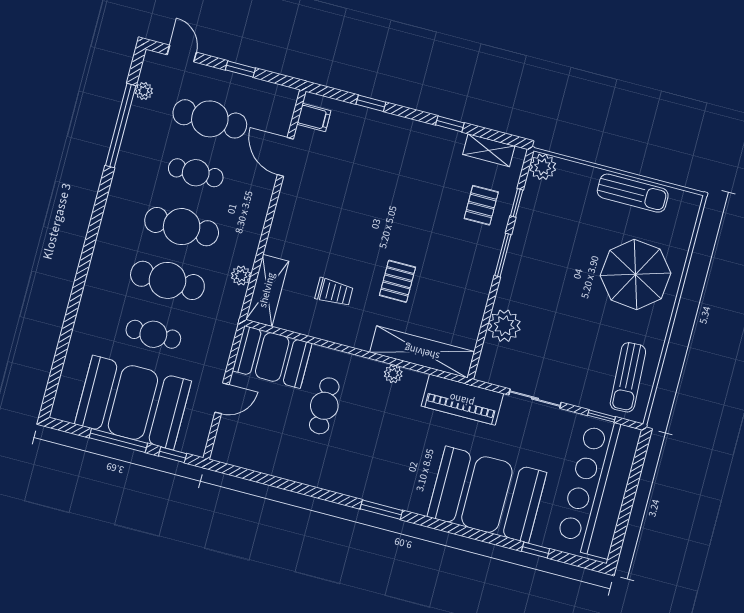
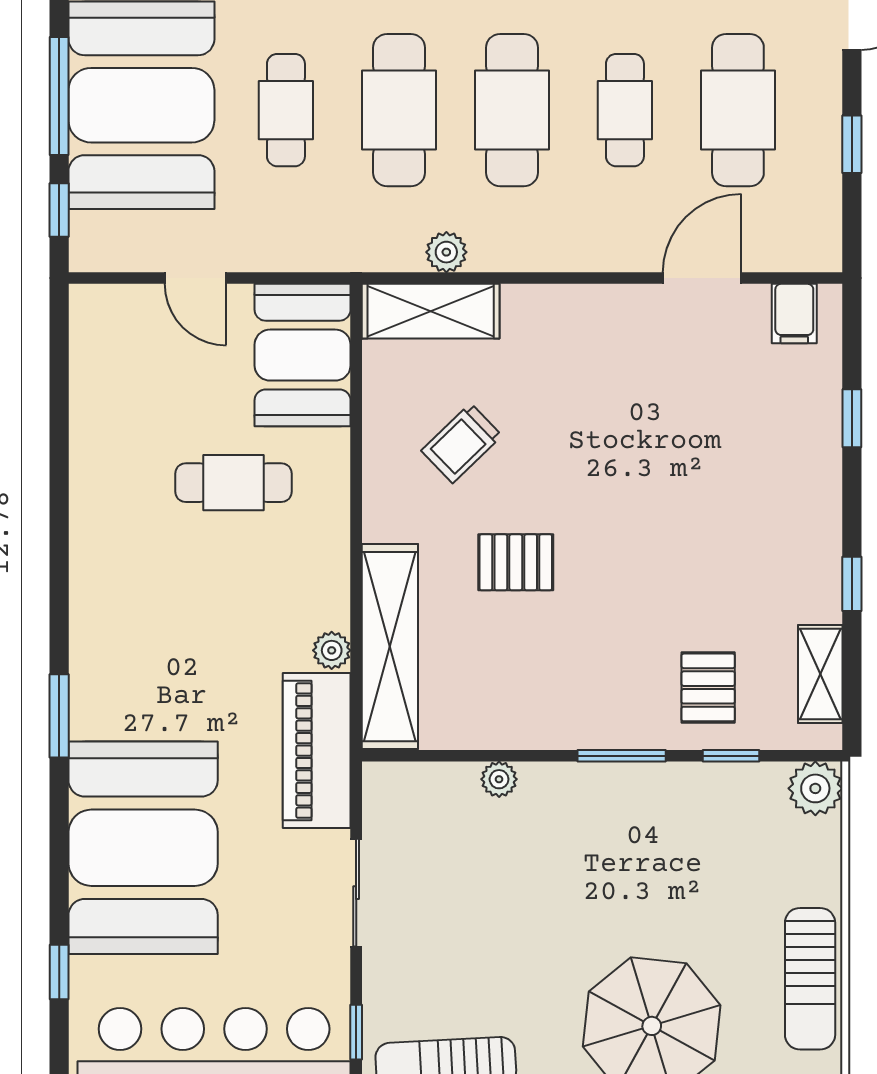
pallet: (481, 205) -> (708, 687), turned 90
trolley: (334, 292) -> (462, 443), turned 46
plant: (504, 326) -> (499, 779), width x0.53, depth x0.53
plant: (393, 374) -> (332, 650), moved
window: (381, 510) -> (59, 716), moved

